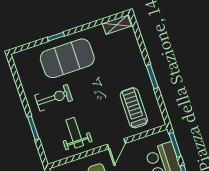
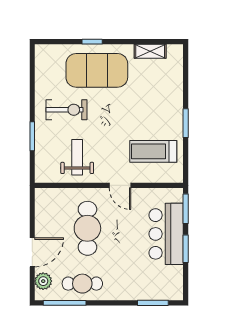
shelving: (117, 25) -> (150, 51), moved
treadmill: (134, 108) -> (153, 151), turned -90
door: (116, 144) -> (120, 185), hinge flipped

